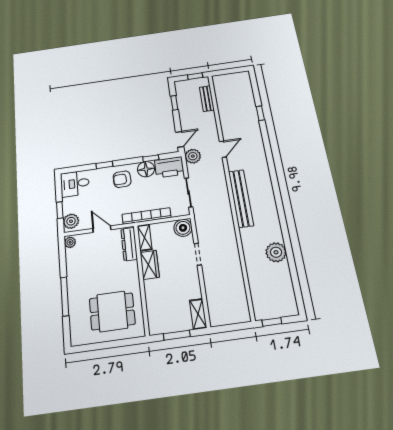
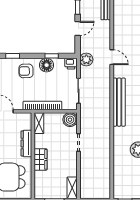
door: (180, 139) -> (78, 29), moved
door: (223, 149) -> (112, 57), hinge flipped
printer: (169, 167) -> (71, 64), width x0.53, depth x0.68
dresser: (129, 244) -> (26, 143), moved
wardrobe: (150, 265) -> (41, 159), moved

